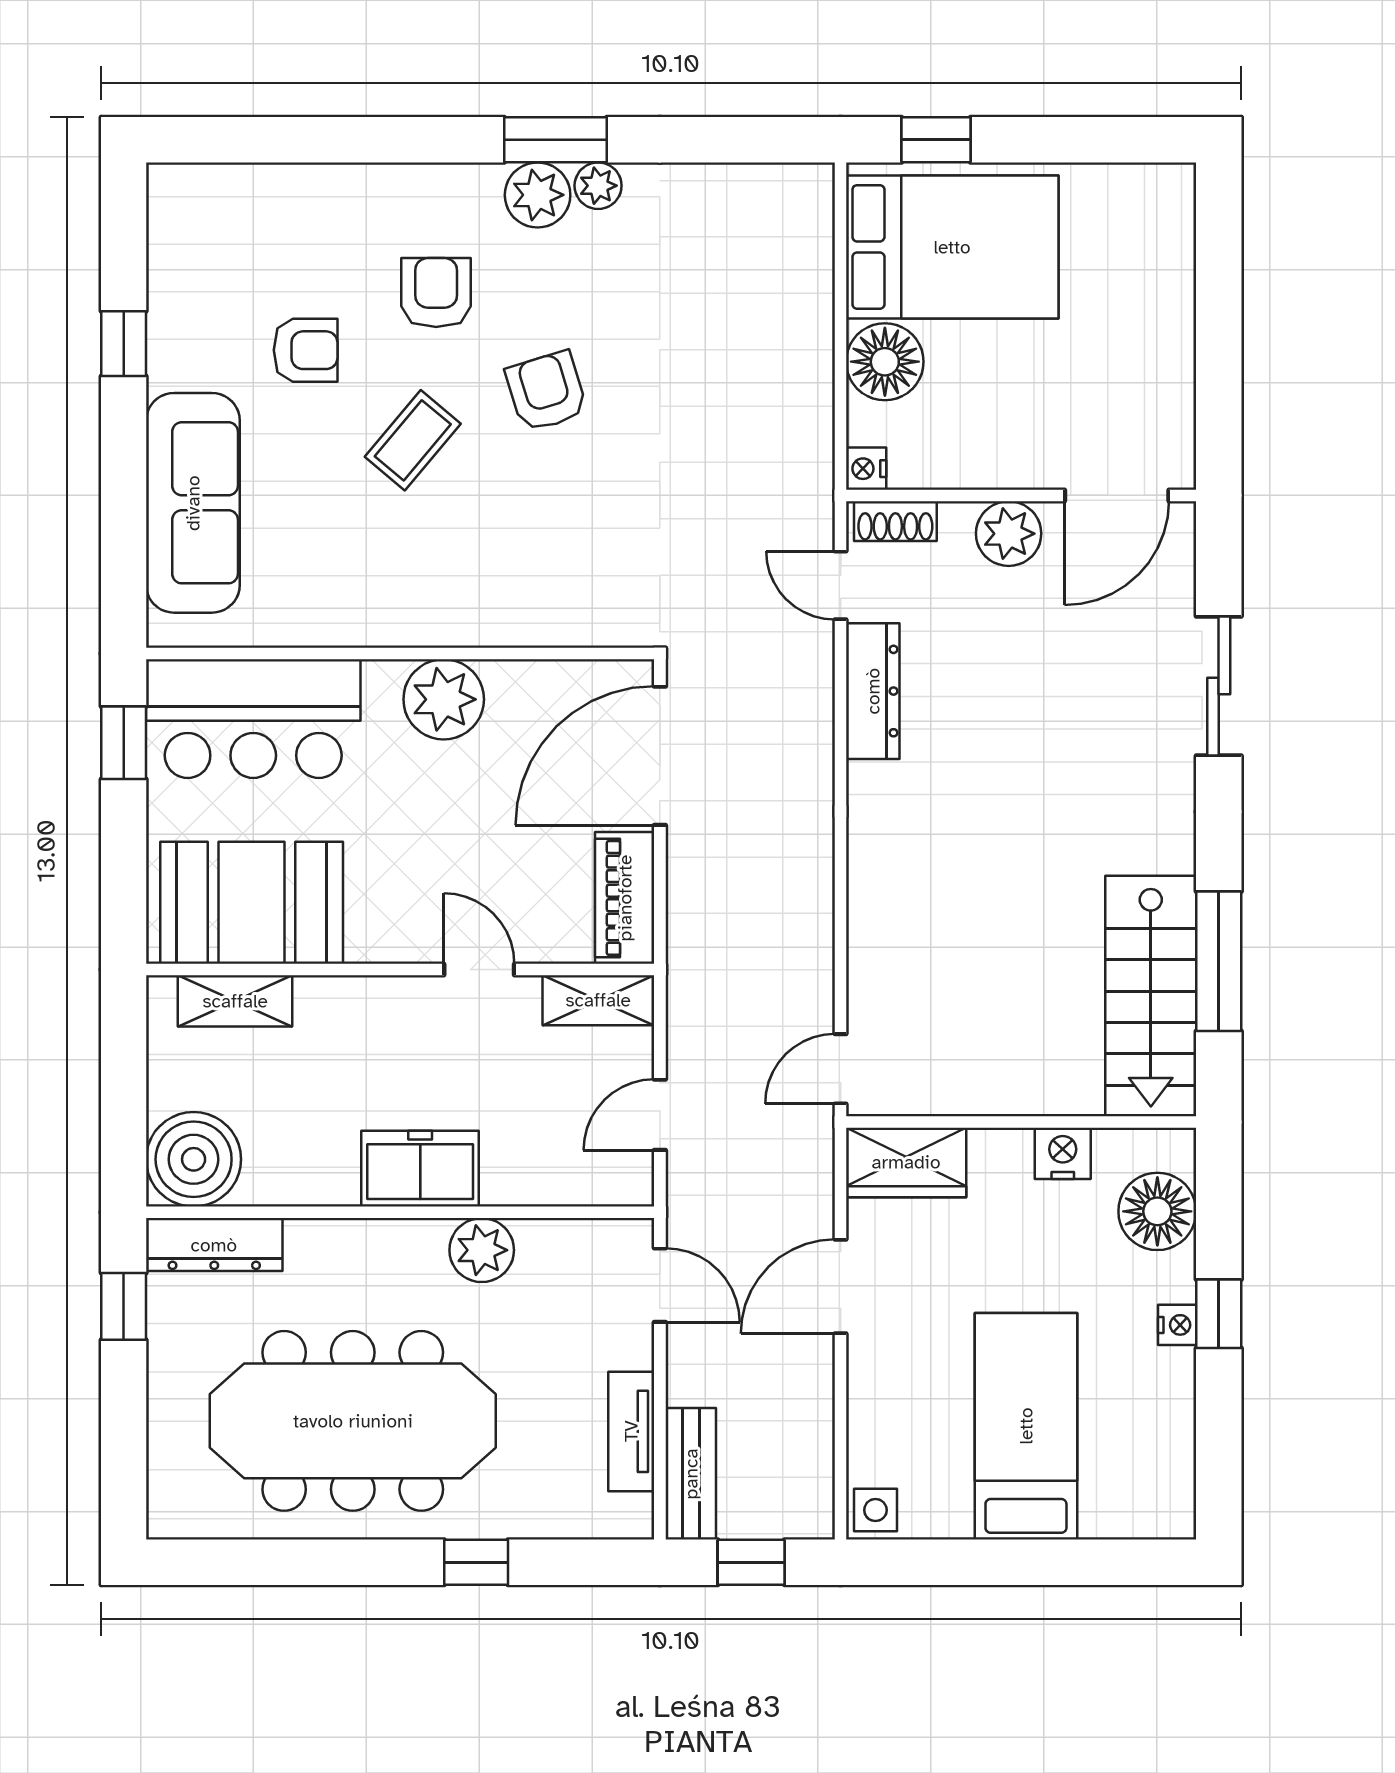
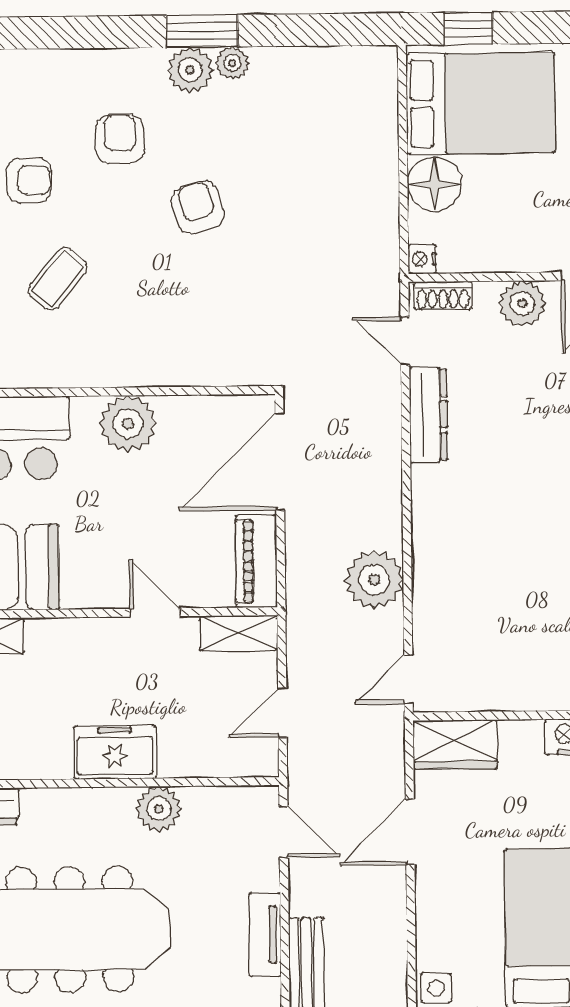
coffee table: (413, 440) -> (58, 279), moved
plant: (793, 926) -> (374, 580), added

